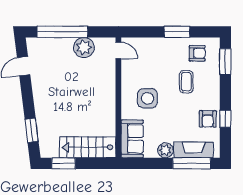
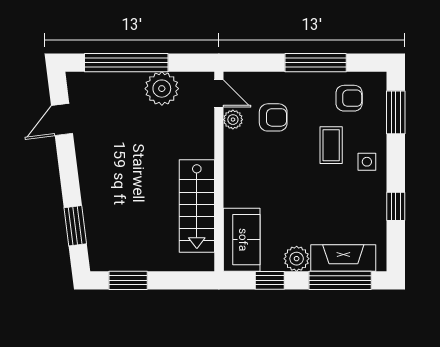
window: (177, 32) -> (316, 63), width x1.44
plant: (127, 66) -> (233, 120), added
side table: (147, 98) -> (367, 162), moved, width x0.54, depth x0.54
armchair: (208, 119) -> (273, 117), moved, turned -90
stairs: (88, 147) -> (197, 206), moved, turned -90
window: (149, 163) -> (270, 280), added

